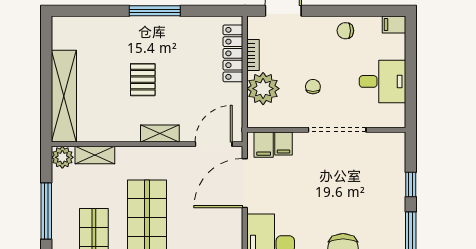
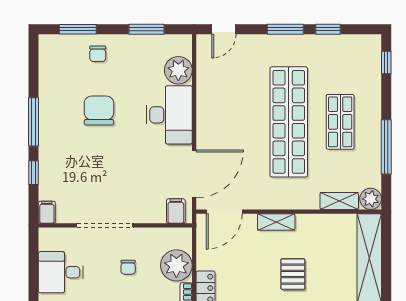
filing cabinet: (284, 143) -> (47, 212), moved

